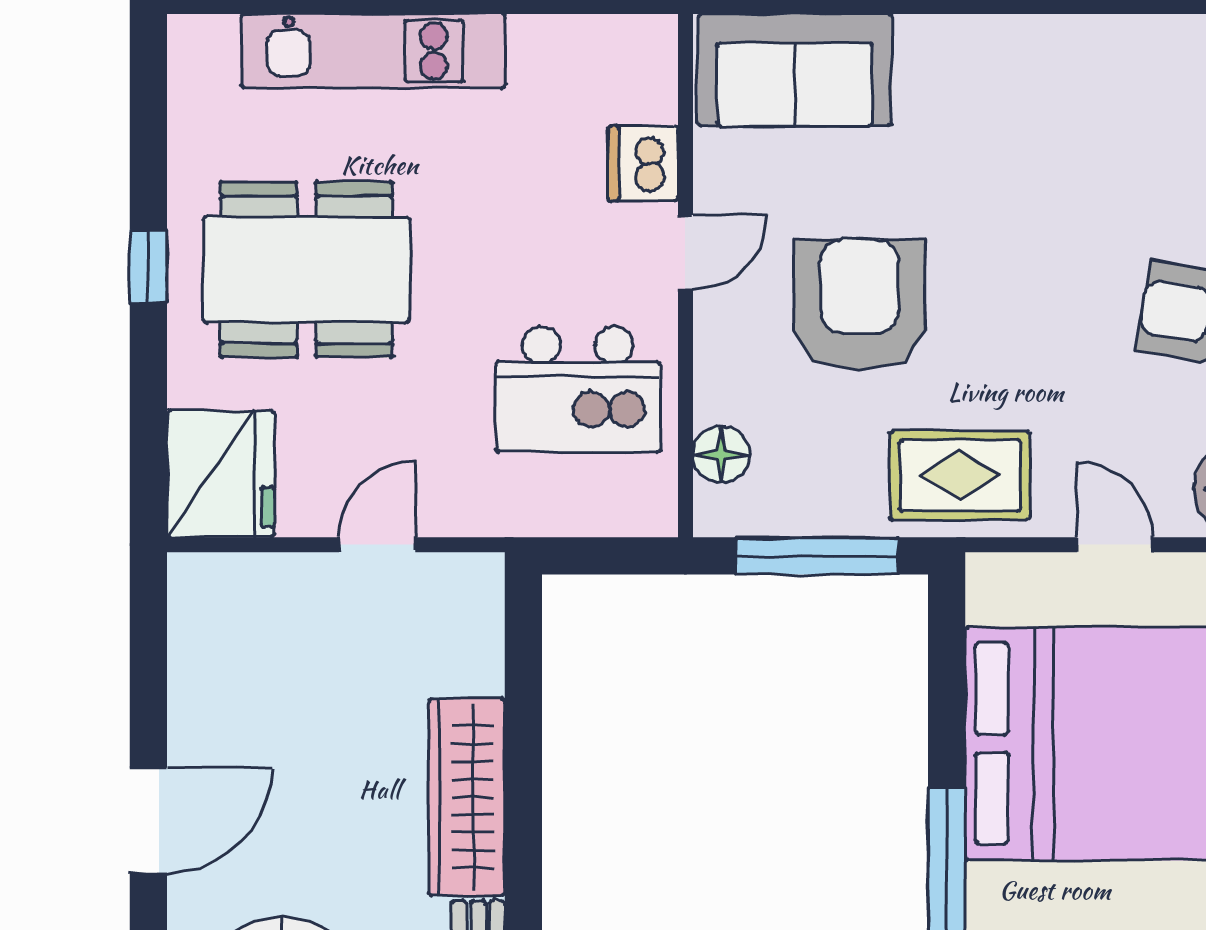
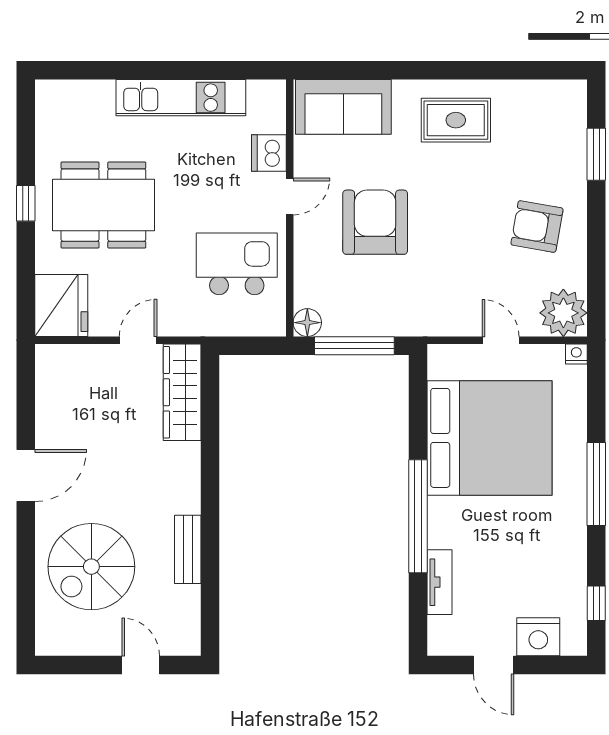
kitchen unit: (373, 51) -> (181, 98), moved
kitchen island: (578, 389) -> (237, 264), turned 180
floor lamp: (721, 455) -> (307, 323), moved
rug: (960, 475) -> (456, 120), moved
wardrobe: (467, 797) -> (182, 392), moved

